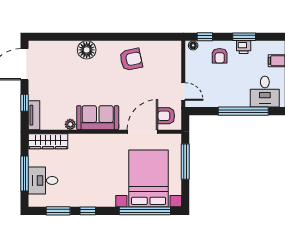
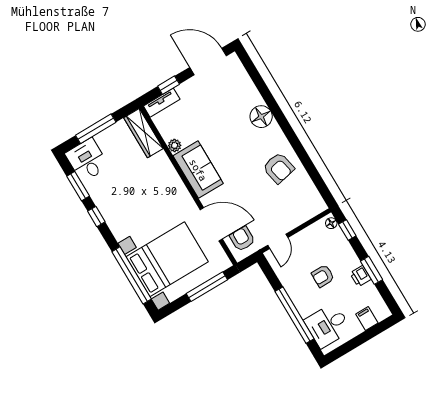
armchair: (220, 56) -> (323, 276), moved
desk: (43, 180) -> (87, 160), moved

